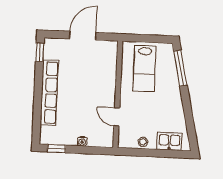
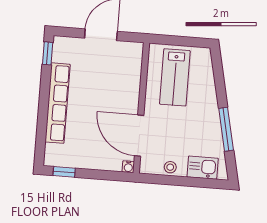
window: (180, 68) -> (226, 129), moved
door: (117, 117) -> (139, 136), width x1.88
water cooler: (82, 141) -> (128, 167), moved

